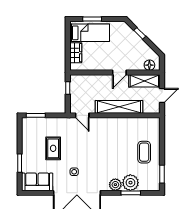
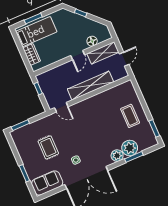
floor lamp: (149, 65) -> (92, 41), moved

